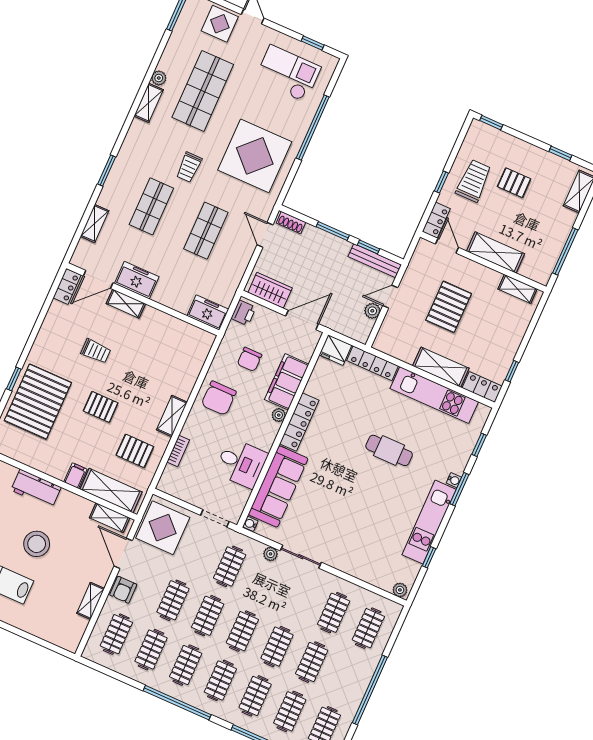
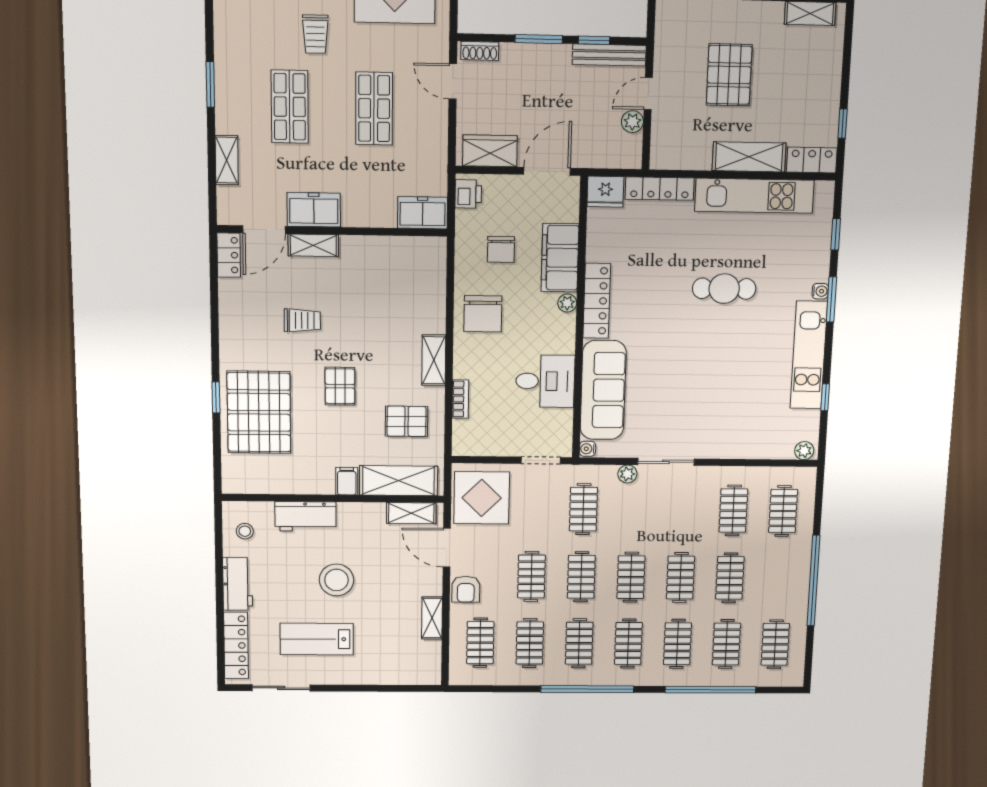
pallet: (101, 407) -> (340, 386), turned 90

